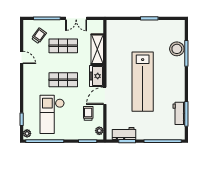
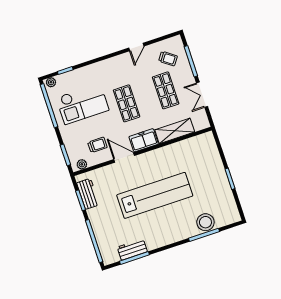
lab bench: (143, 82) -> (155, 195), turned 180
checkout: (52, 114) -> (82, 104), turned 180

